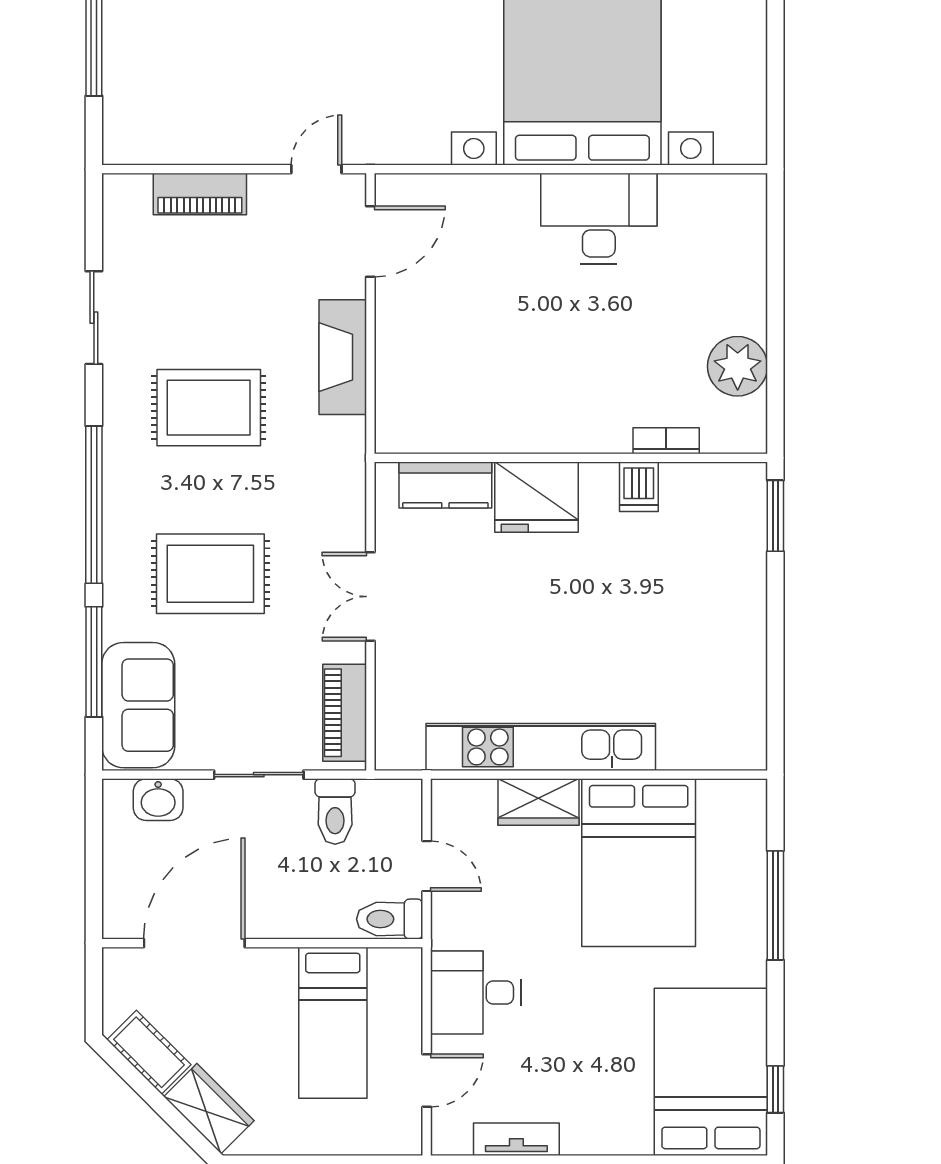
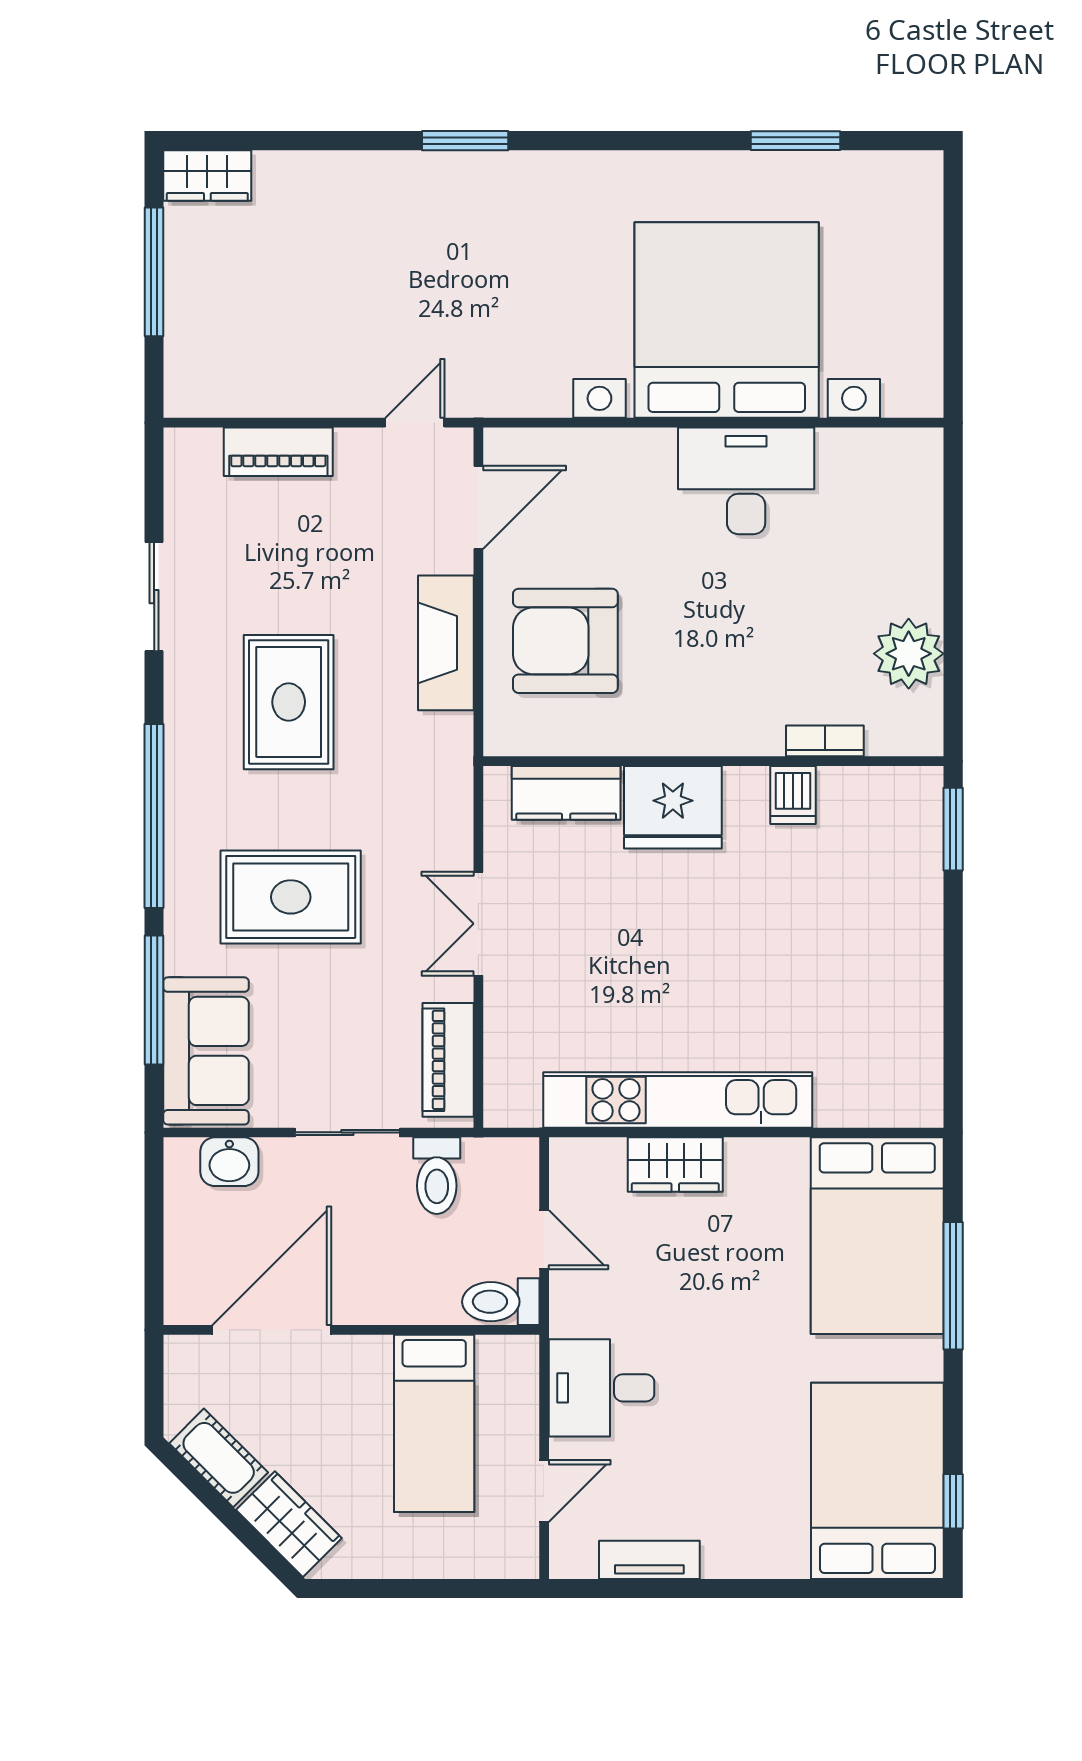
armchair: (445, 355) -> (565, 641), added
rug: (209, 408) -> (289, 702), turned 90
bed: (639, 863) -> (877, 1236), moved

